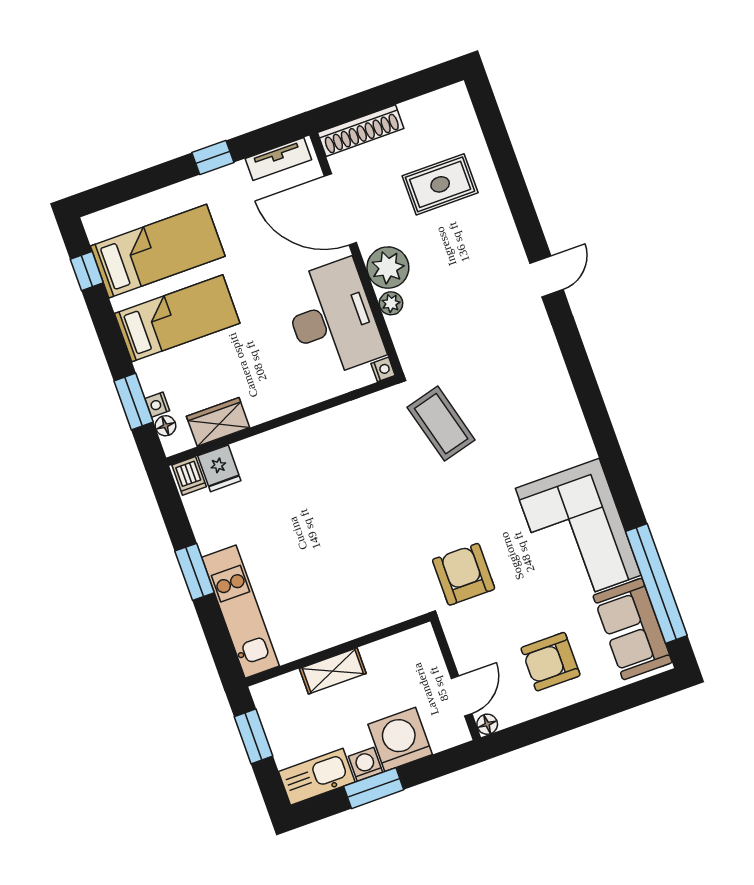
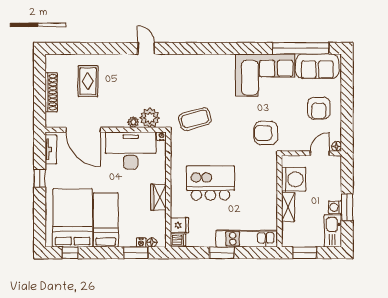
shoe rack: (361, 131) -> (51, 92), moved
door: (340, 209) -> (83, 130), hinge flipped
bed: (158, 251) -> (73, 218), width x1.50
plant: (388, 268) -> (150, 118), moved
wardrobe: (218, 422) -> (159, 197), moved
kitchen island: (325, 500) -> (210, 183), added
door: (462, 696) -> (320, 153), hinge flipped
washing machine: (400, 739) -> (294, 179), moved, turned 180

